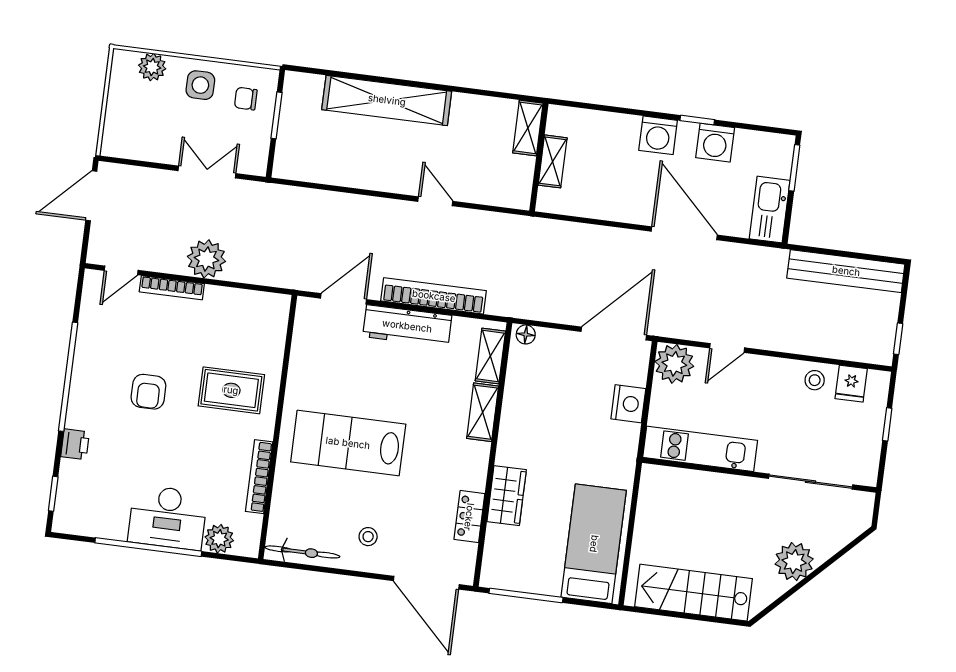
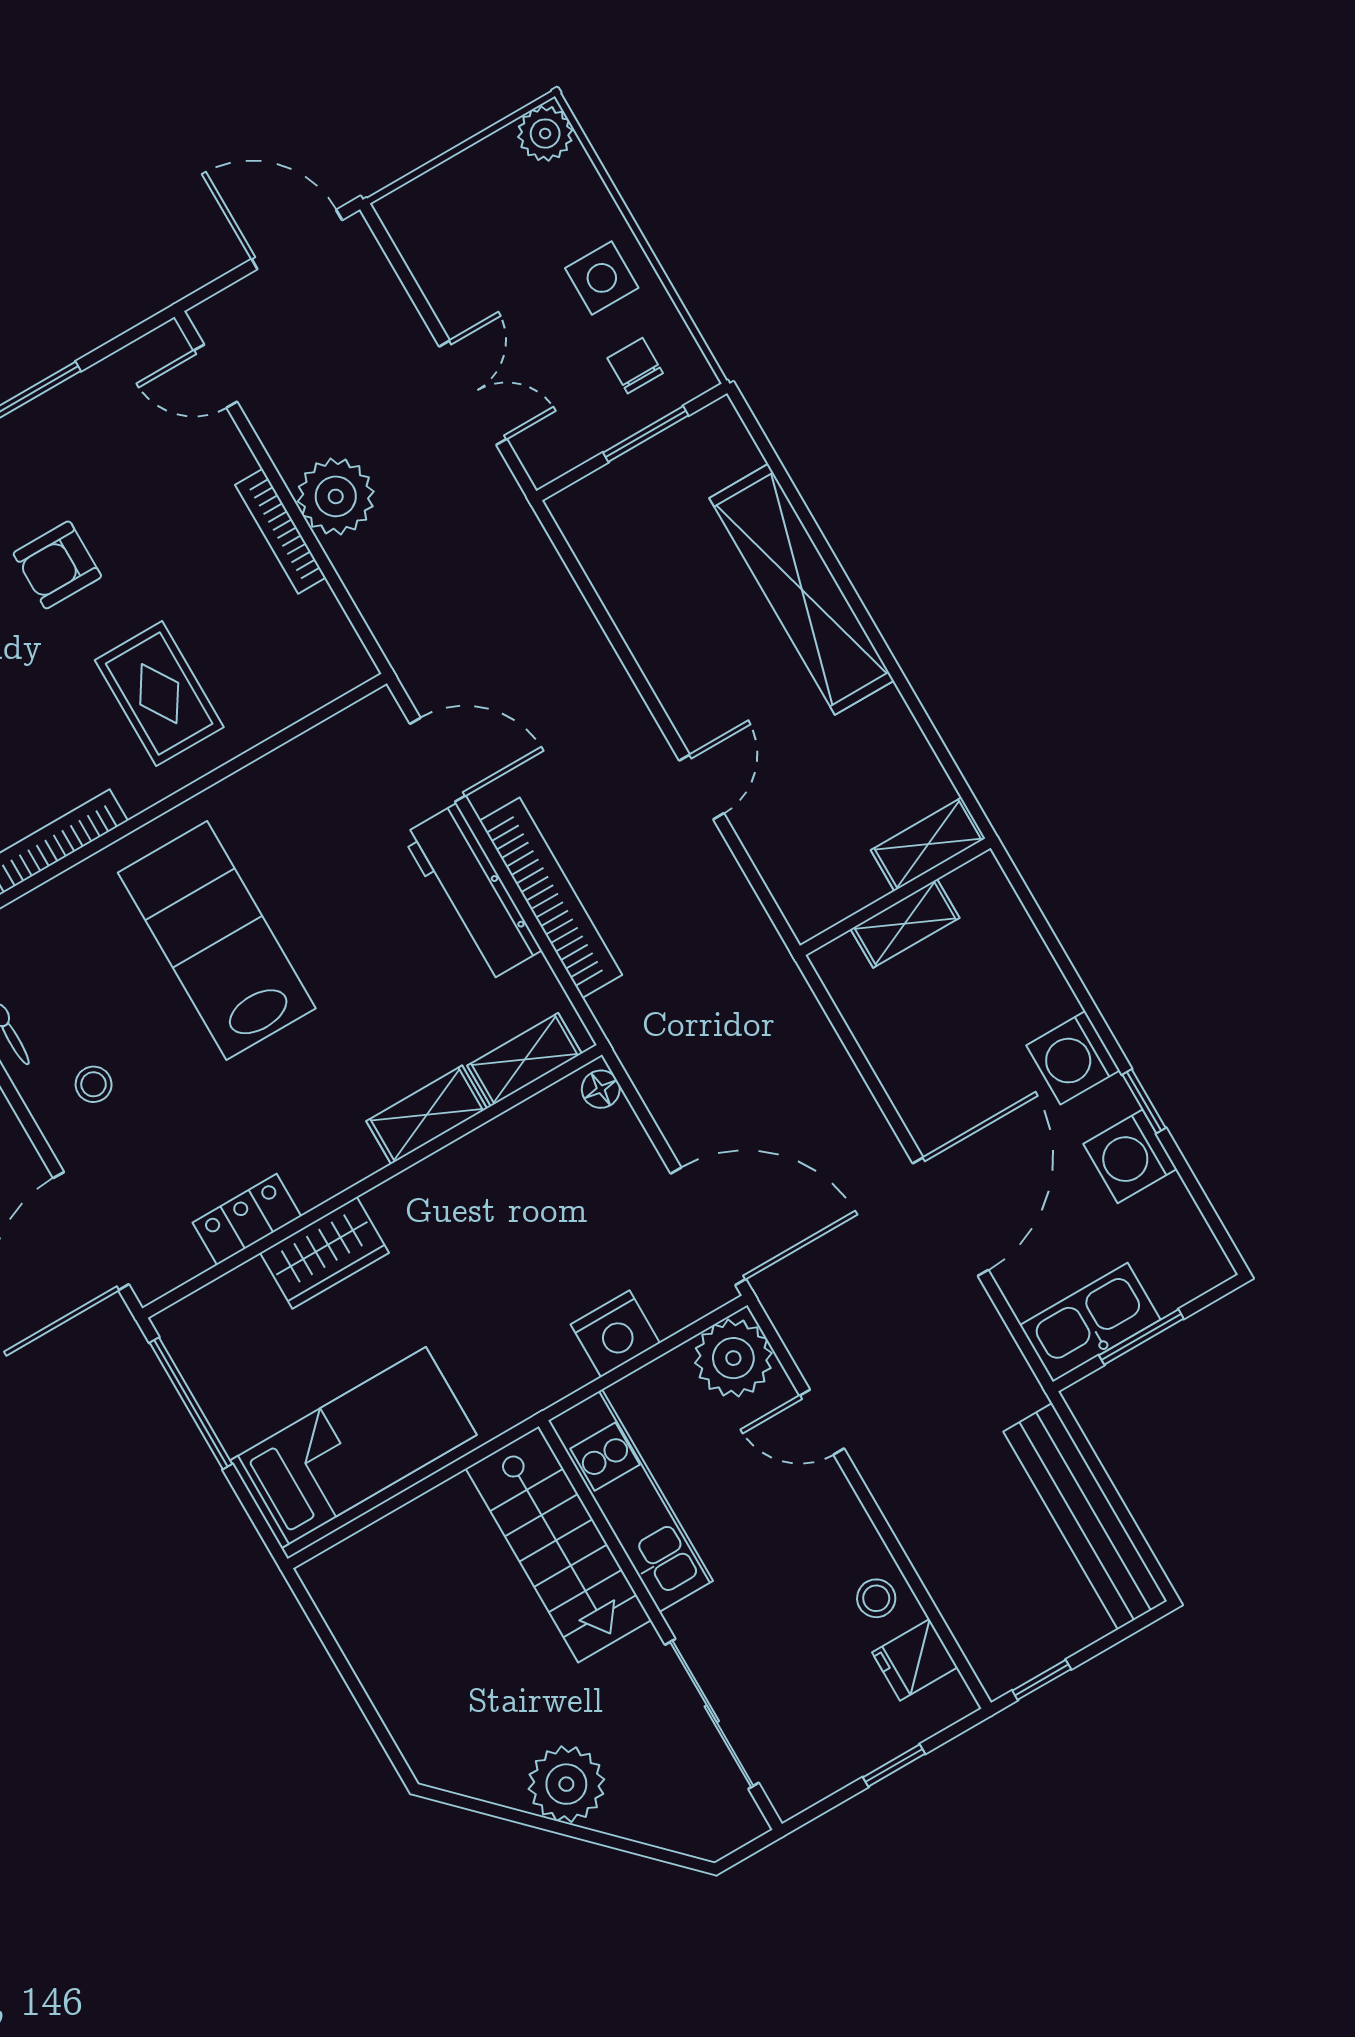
plant: (152, 67) -> (545, 134), moved
window: (794, 168) -> (1141, 1337), moved
bookcase: (172, 288) -> (280, 531), moved
stairs: (693, 593) -> (558, 1544), moved, turned 180

